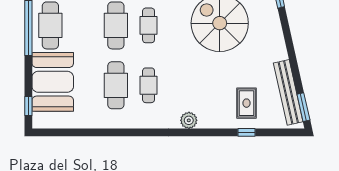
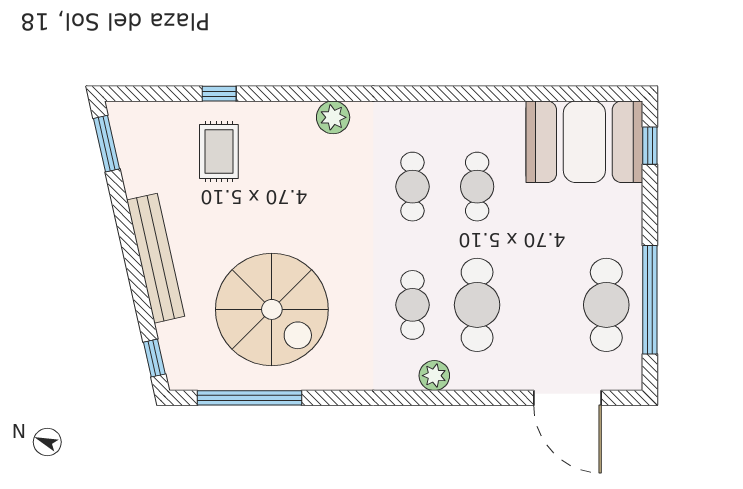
booth: (53, 82) -> (584, 142), moved, turned 90
cafe table: (116, 85) -> (477, 187), width x0.73, depth x0.74
bench: (288, 92) -> (156, 258), moved

